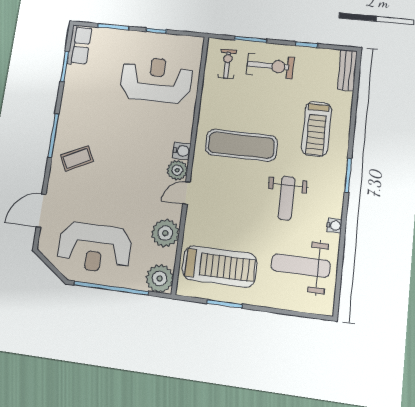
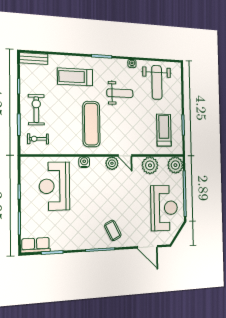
treadmill: (317, 129) -> (75, 77), turned 180
water cooler: (182, 151) -> (84, 162), moved
treadmill: (219, 266) -> (164, 130), width x0.73, depth x0.73

